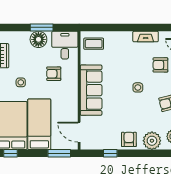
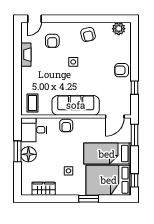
armchair: (54, 74) -> (66, 126), moved
plant: (152, 141) -> (123, 49), removed

